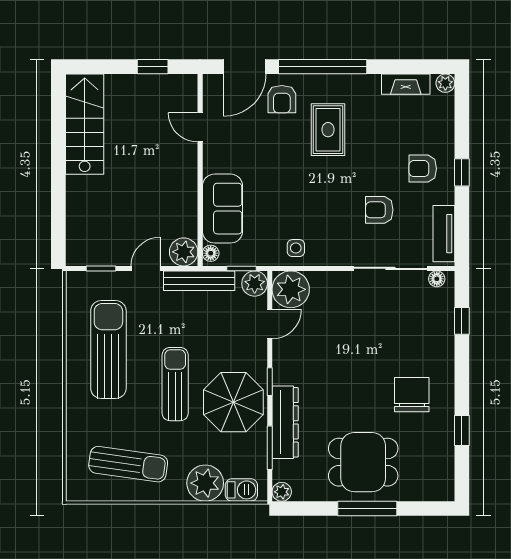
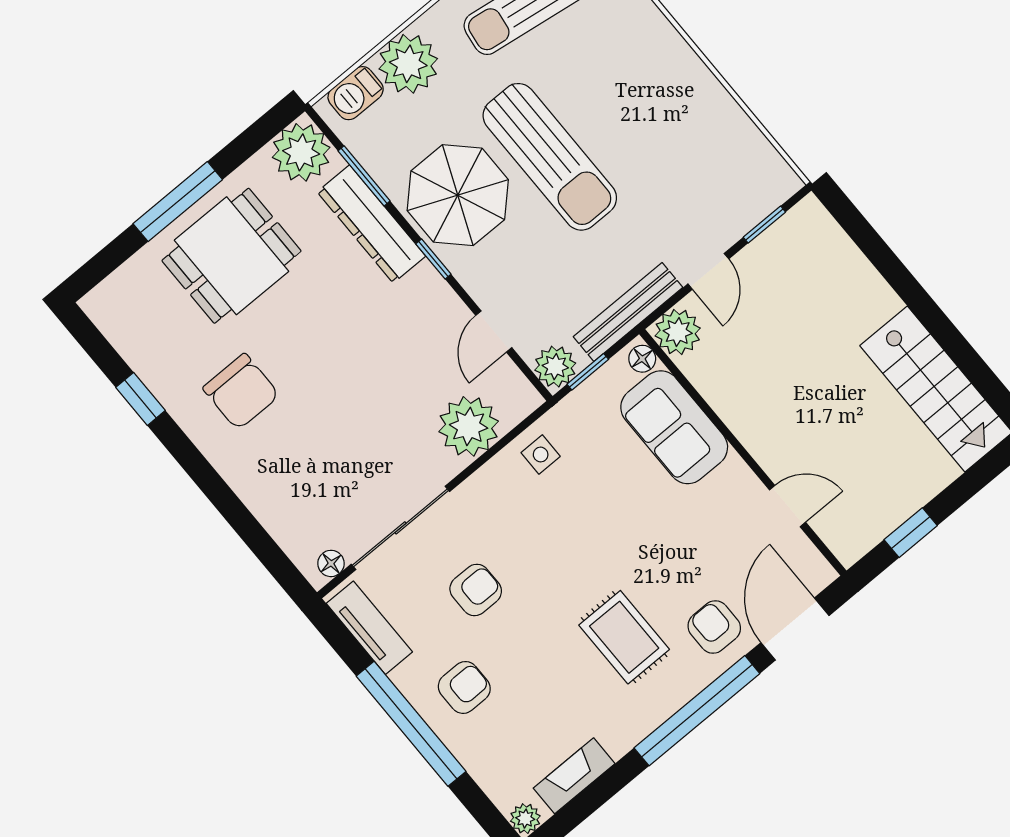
window: (462, 172) -> (411, 724), width x3.17
plant: (291, 289) -> (469, 426), moved
window: (462, 321) -> (255, 537), removed
sun lounger: (108, 350) -> (670, 130), removed
sun lounger: (175, 384) -> (550, 157), width x1.36, depth x1.34
plant: (282, 492) -> (301, 152), width x1.88, depth x1.88

